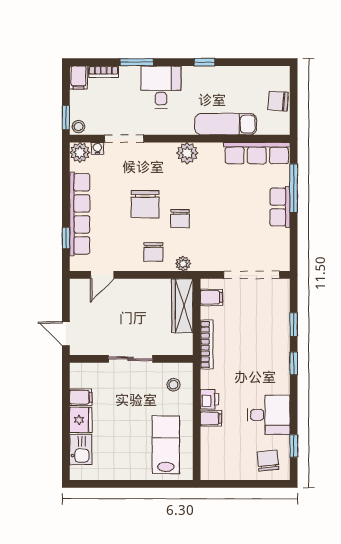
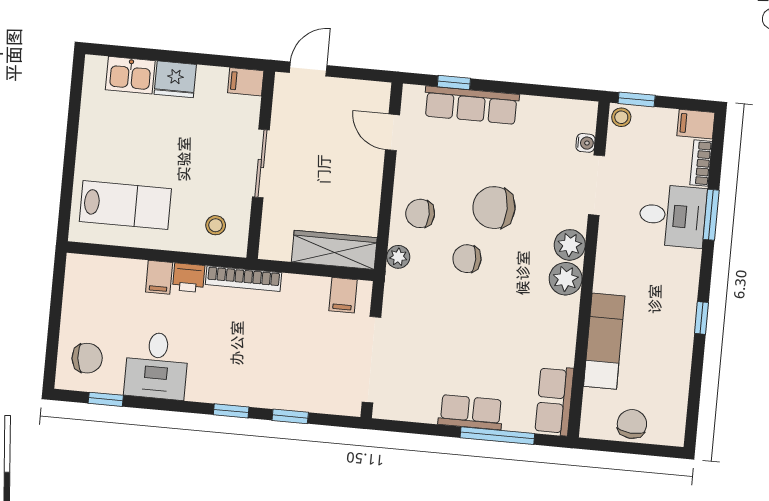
desk: (161, 87) -> (673, 216), moved
plant: (80, 152) -> (570, 245), moved
row of seats: (257, 153) -> (554, 401), width x0.68
row of seats: (80, 214) -> (471, 105), width x0.73
bookcase: (207, 345) -> (244, 279), moved
filing cabinet: (81, 397) -> (246, 82), moved, turned 90

